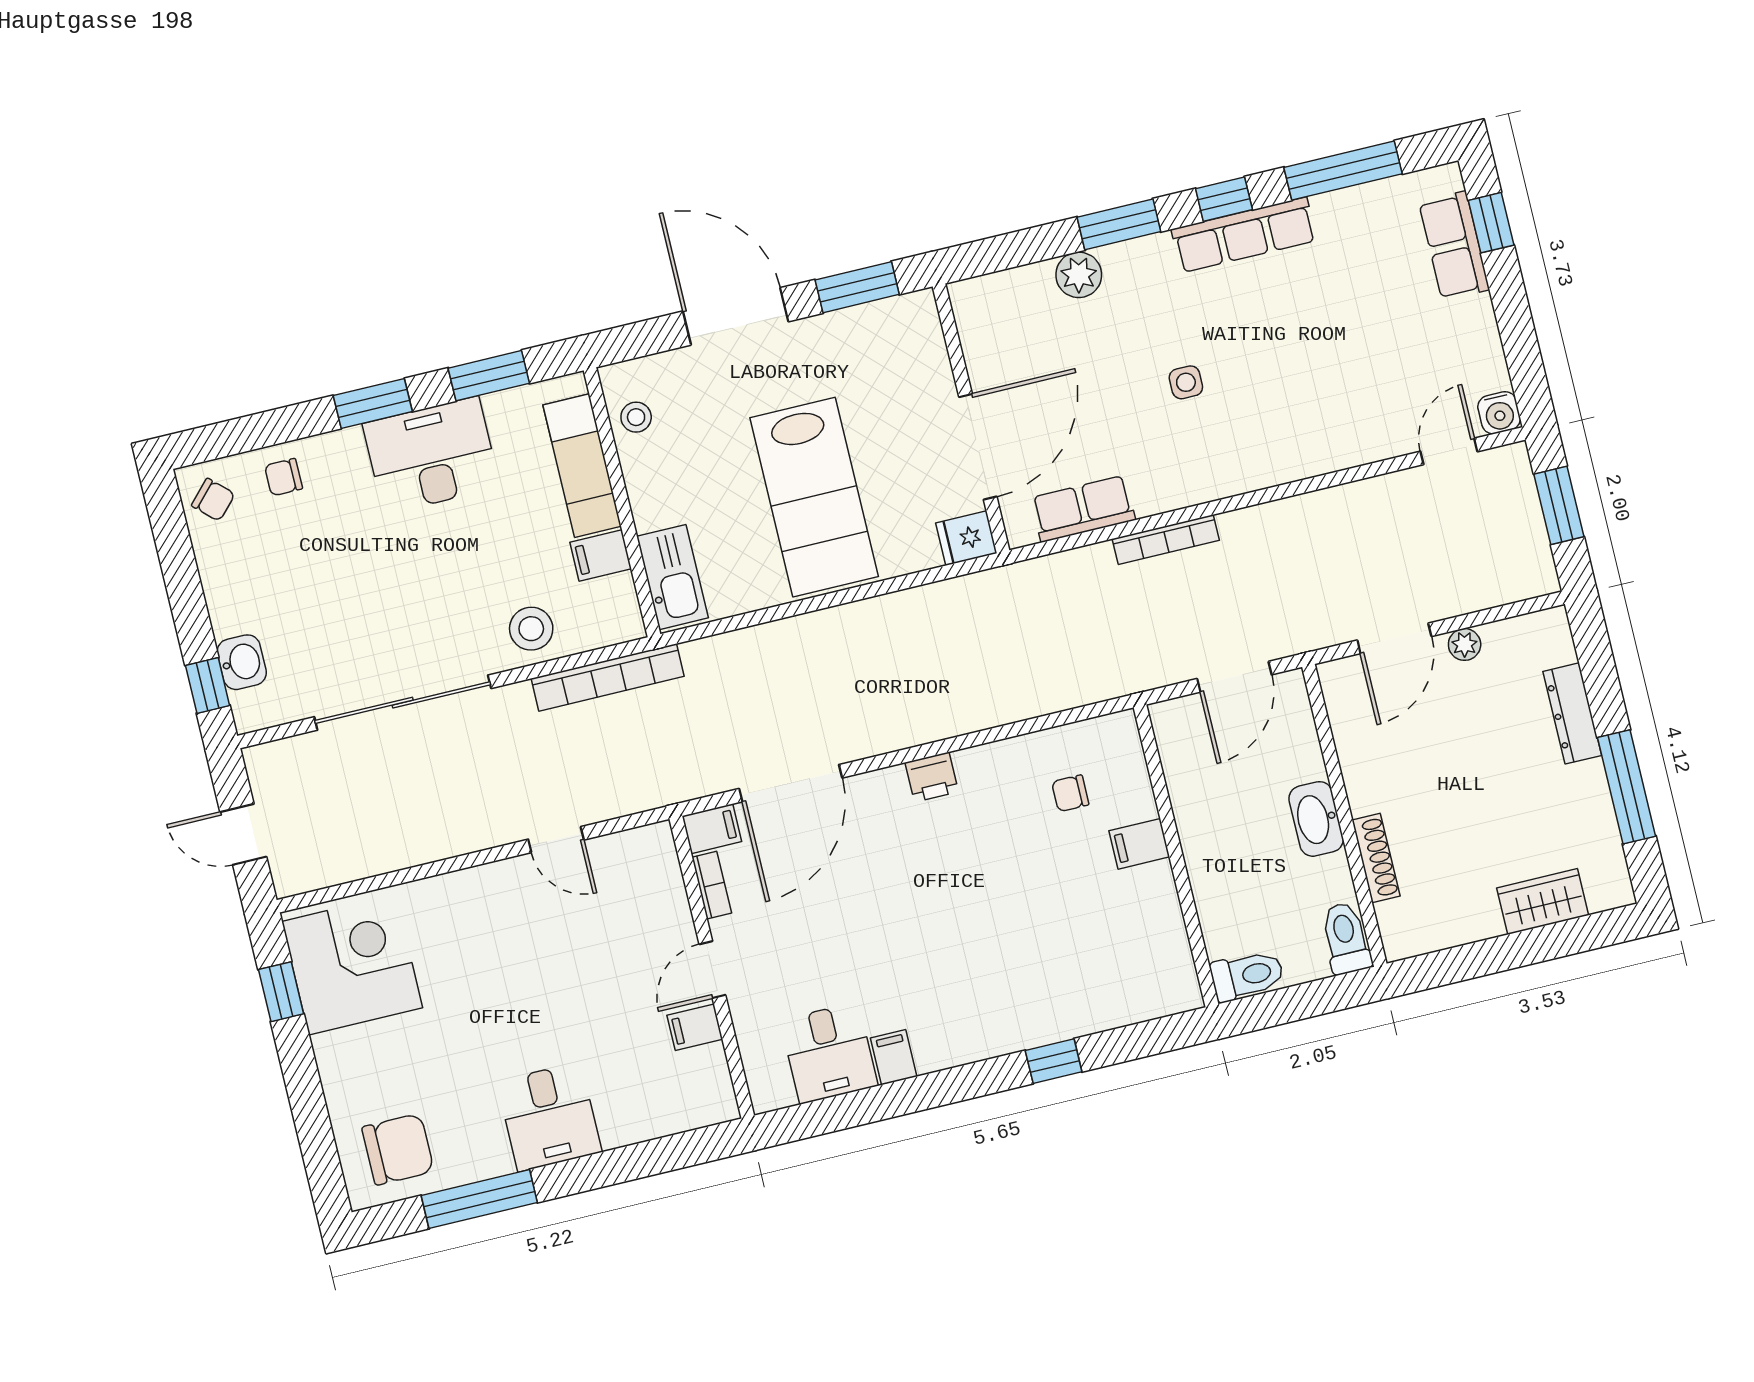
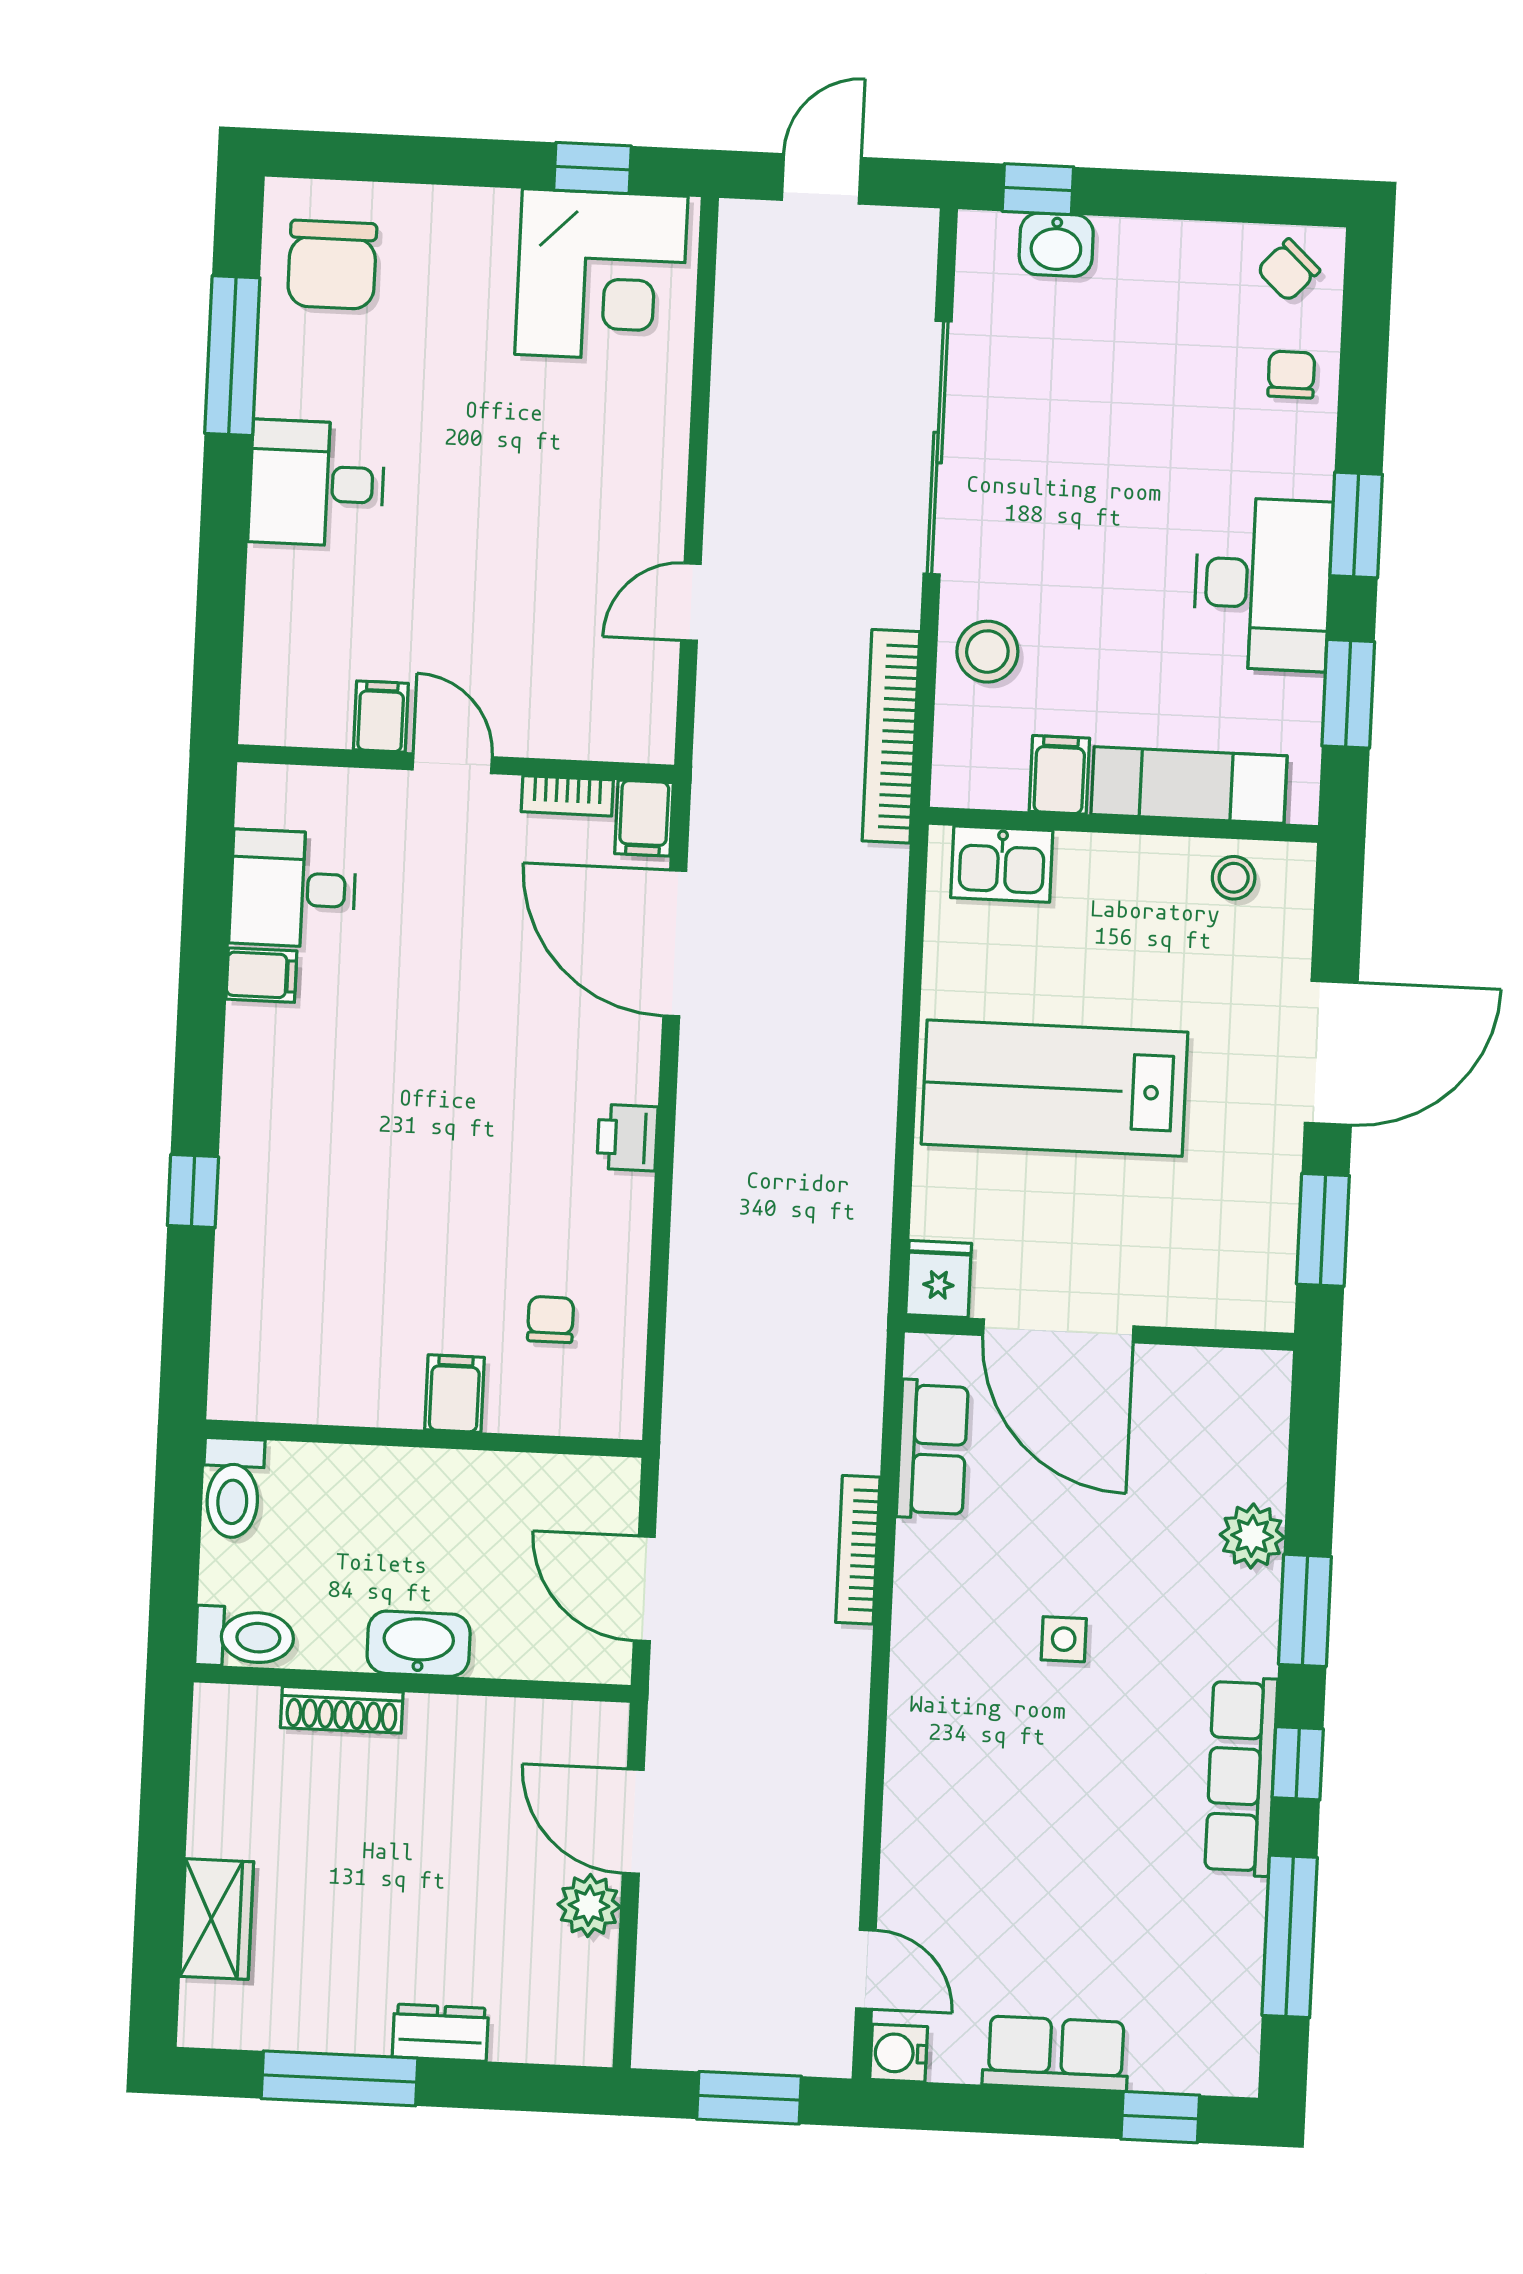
row of seats: (1454, 246) -> (1056, 2054), moved
kitchen sink: (672, 577) -> (1002, 864), width x0.73
plant: (1465, 644) -> (589, 1906), width x1.38, depth x1.38
dresser: (1572, 713) -> (440, 2033), width x0.70

